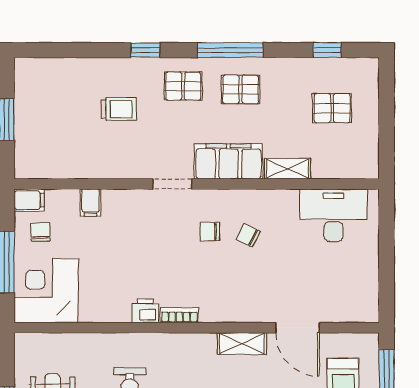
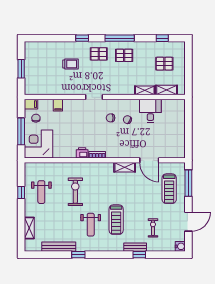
filing cabinet: (228, 161) -> (119, 87), removed
shelving: (337, 168) -> (167, 90), added
desk: (334, 215) -> (150, 111), moved, width x0.73

